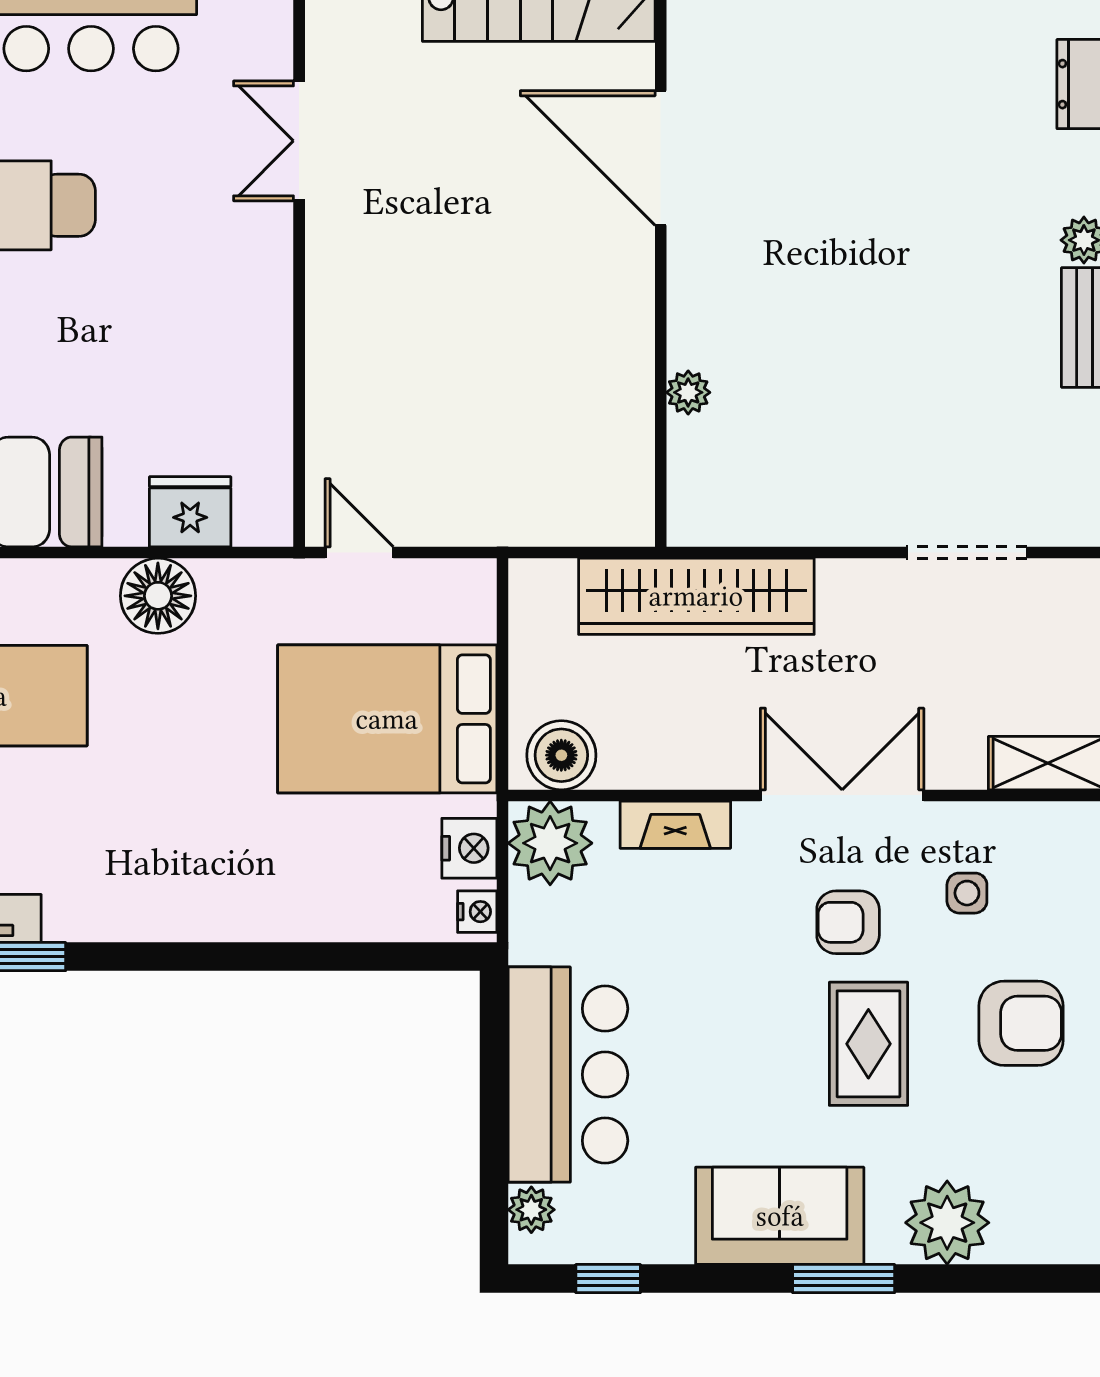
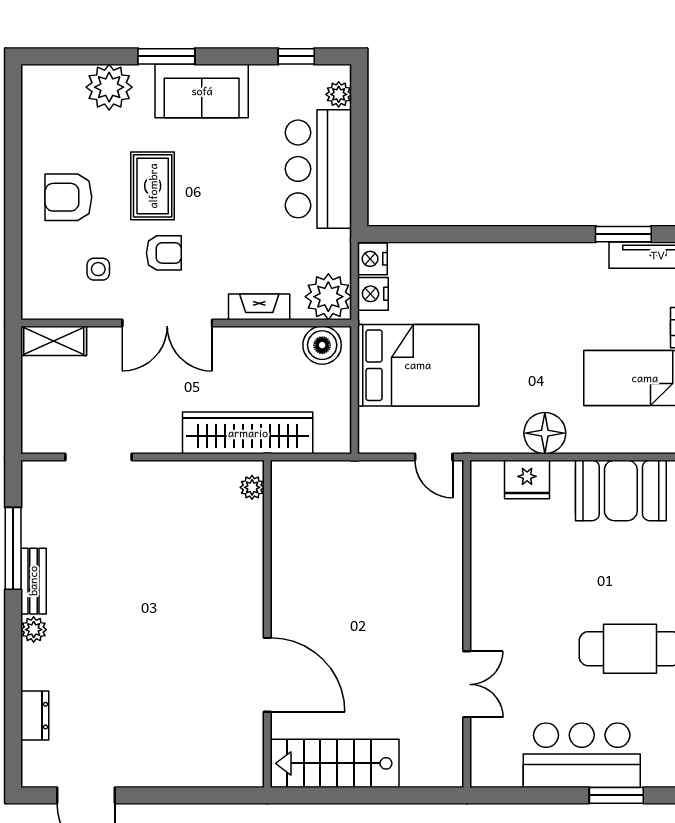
plant: (688, 392) -> (252, 487), moved
nightstand: (477, 912) -> (372, 259), width x1.39, depth x1.35

